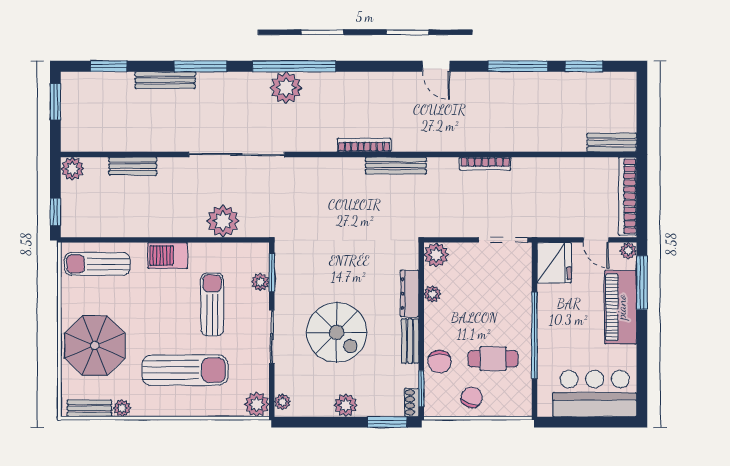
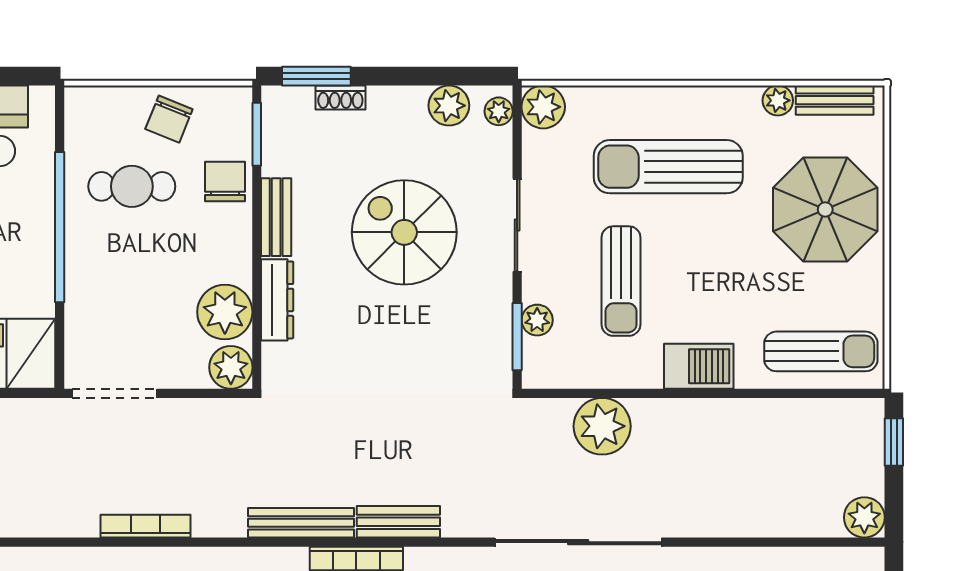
bench: (133, 166) -> (398, 522), moved
plant: (432, 294) -> (225, 312), width x1.88, depth x1.88
shoe rack: (412, 402) -> (340, 97), moved, turned 90
plant: (346, 405) -> (449, 106), moved

